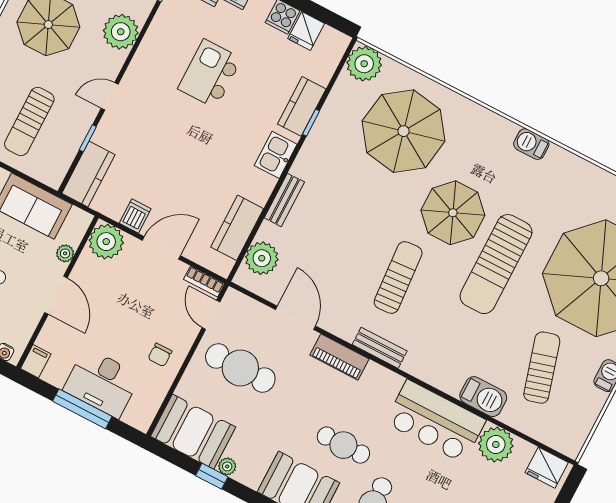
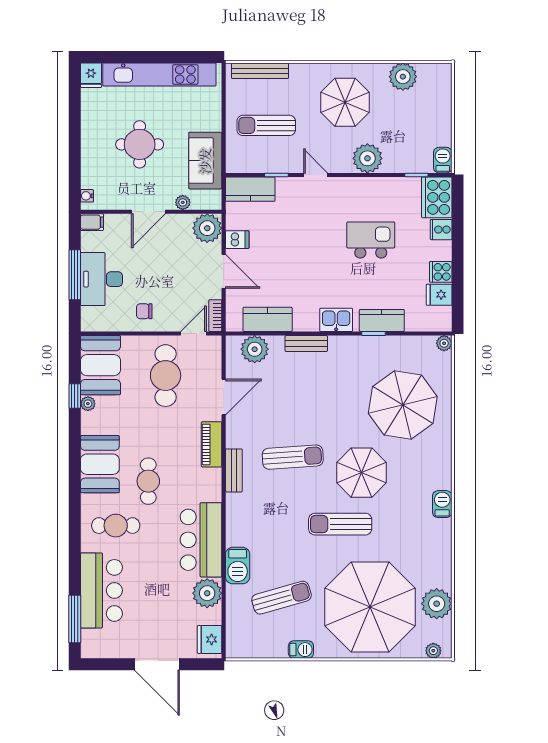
plant: (364, 64) -> (444, 343), width x0.53, depth x0.53
sun lounger: (496, 264) -> (340, 524), width x0.73, depth x0.75

